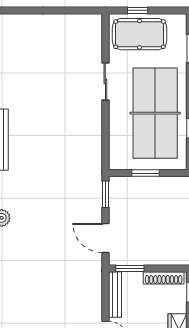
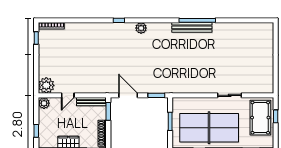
door: (105, 238) -> (128, 95), hinge flipped

